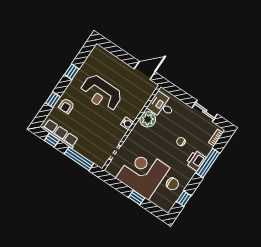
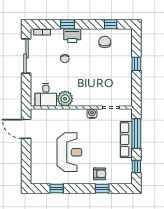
window: (72, 72) -> (57, 189), moved
sliding door: (205, 111) -> (26, 56), width x1.37
water cooler: (127, 123) -> (92, 113), moved
row of seats: (60, 134) -> (126, 140), moved
window: (208, 163) -> (67, 24), width x0.46
corner desk: (143, 173) -> (112, 73), removed

